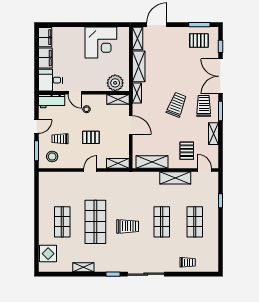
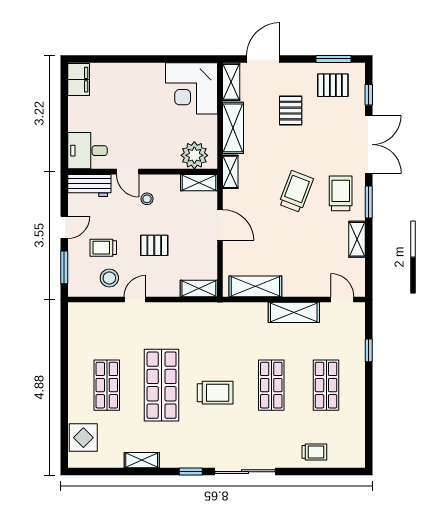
corner desk: (101, 42) -> (191, 88), moved, turned 90
filing cabinet: (45, 58) -> (79, 114), removed
double door: (221, 76) -> (369, 144), swing flipped
pallet: (187, 151) -> (291, 111), moved
stool: (52, 157) -> (109, 278), moved
door: (90, 170) -> (135, 300), moved

